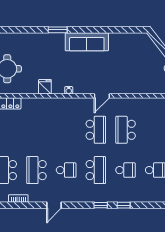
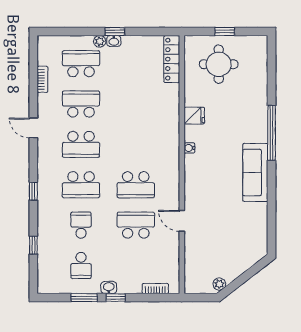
window: (58, 30) -> (272, 133), width x2.11
door: (102, 96) -> (182, 221), moved
school desk: (66, 170) -> (81, 144), width x1.85
school desk: (126, 170) -> (81, 225), turned 180
window: (124, 205) -> (33, 245), moved

